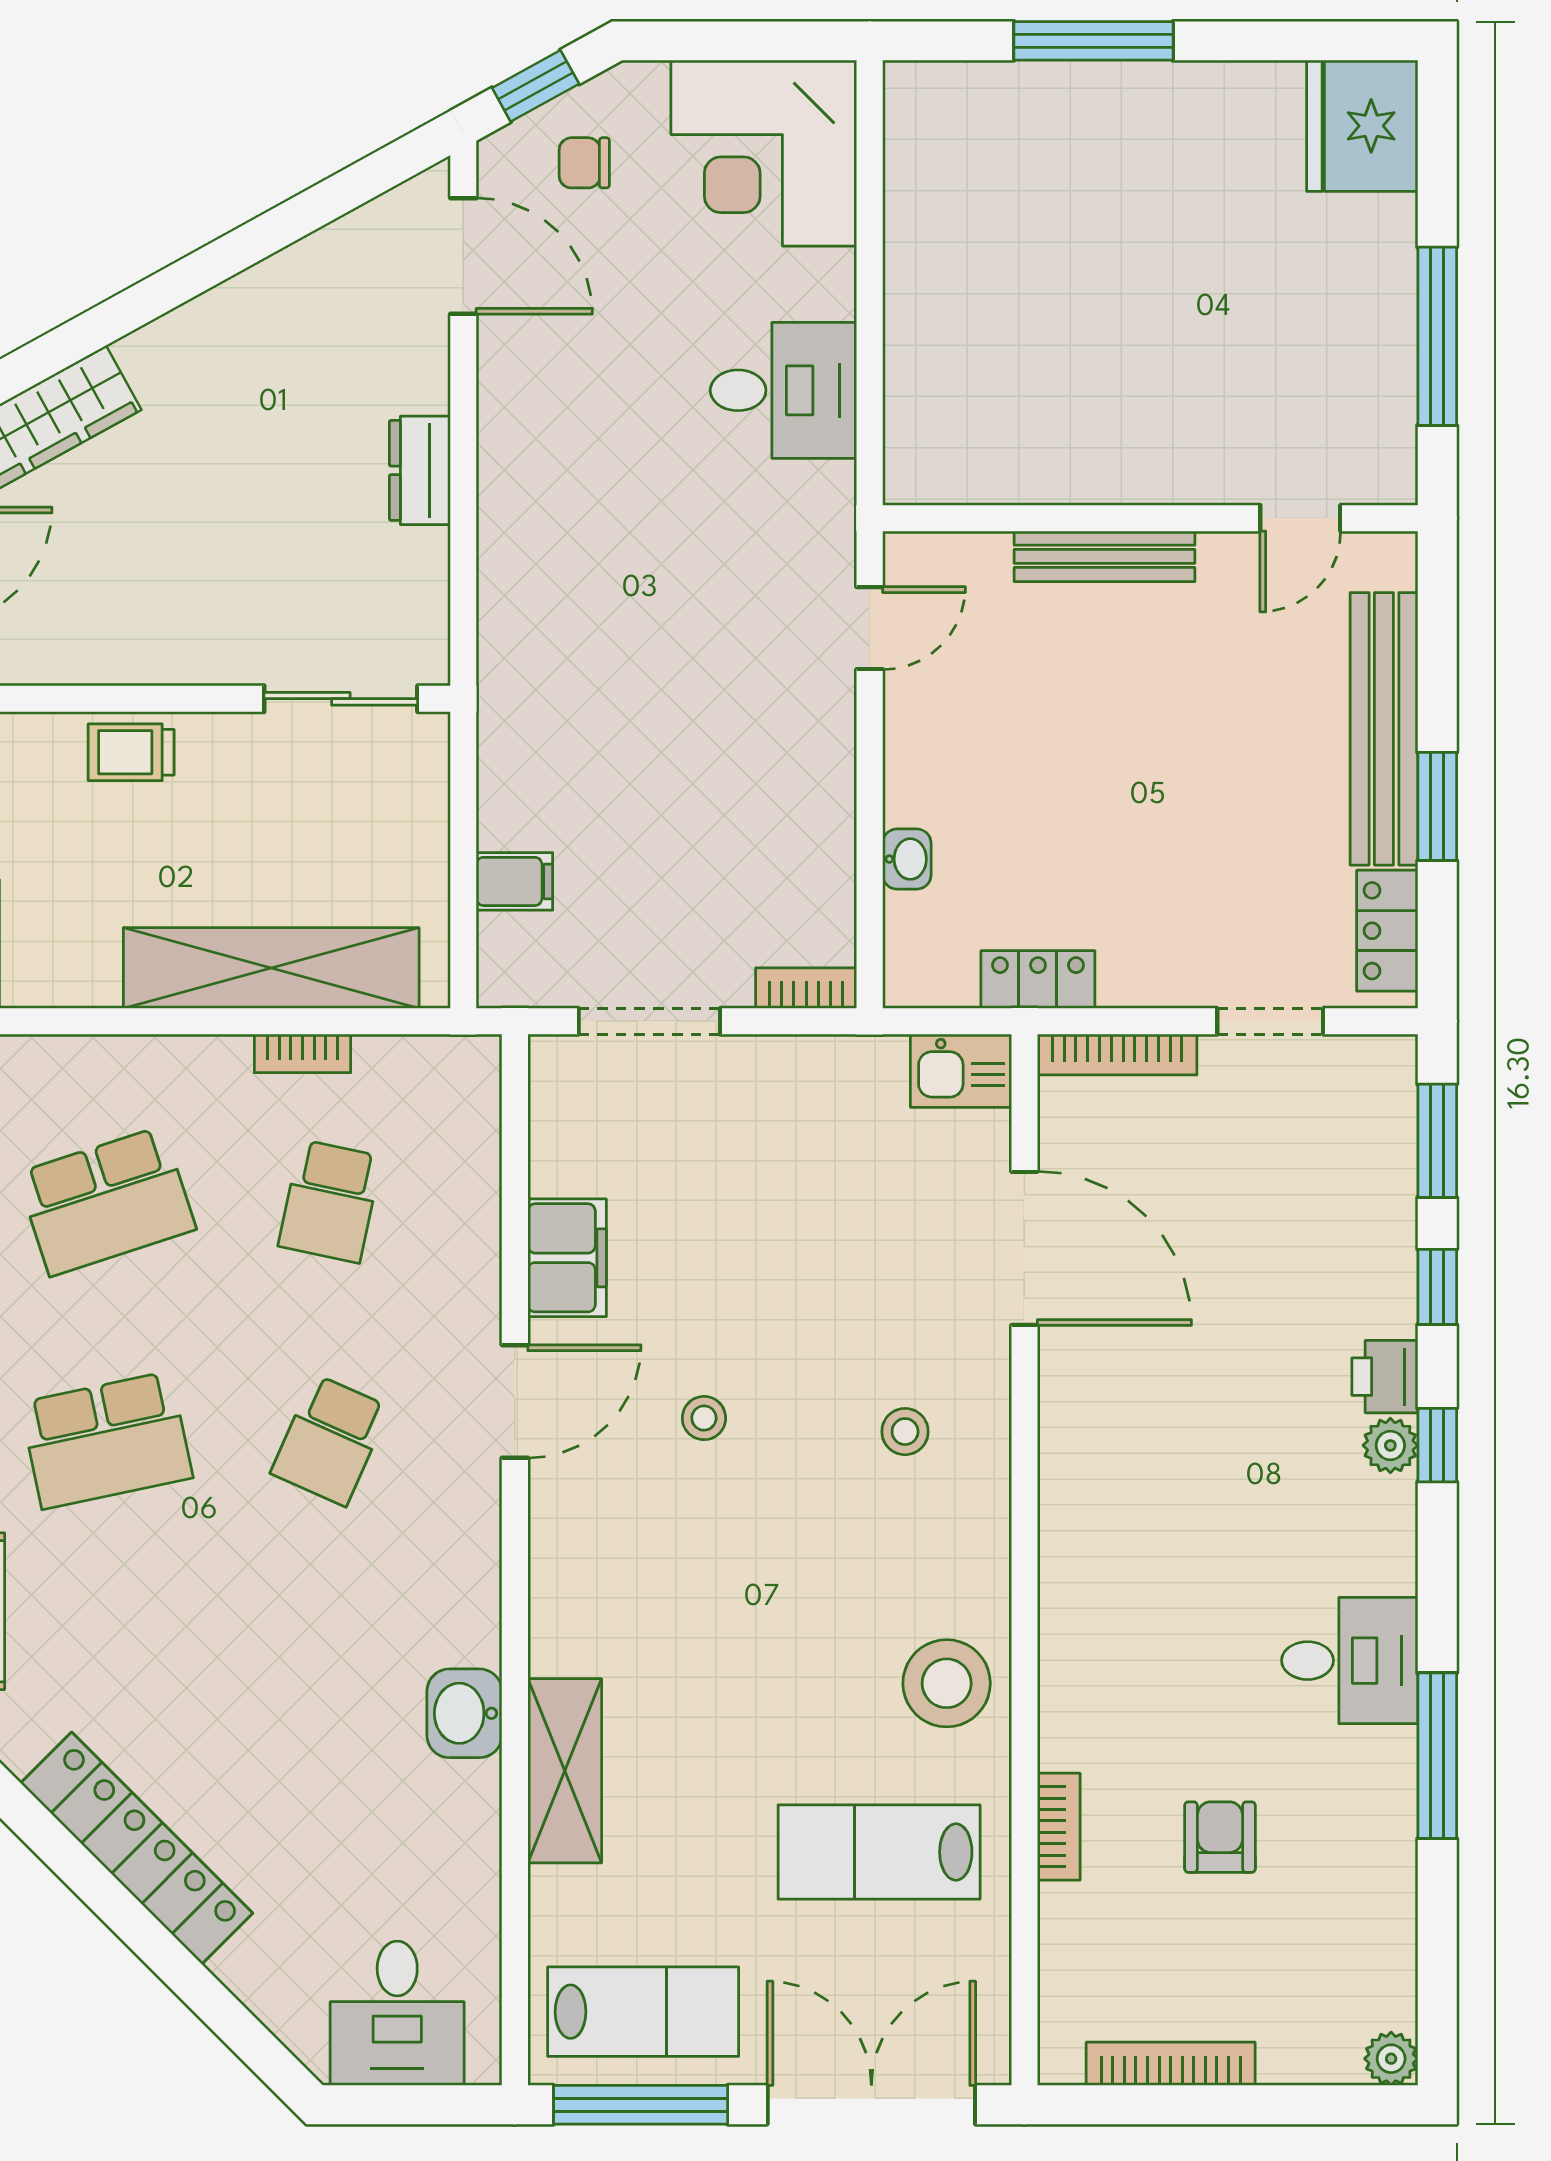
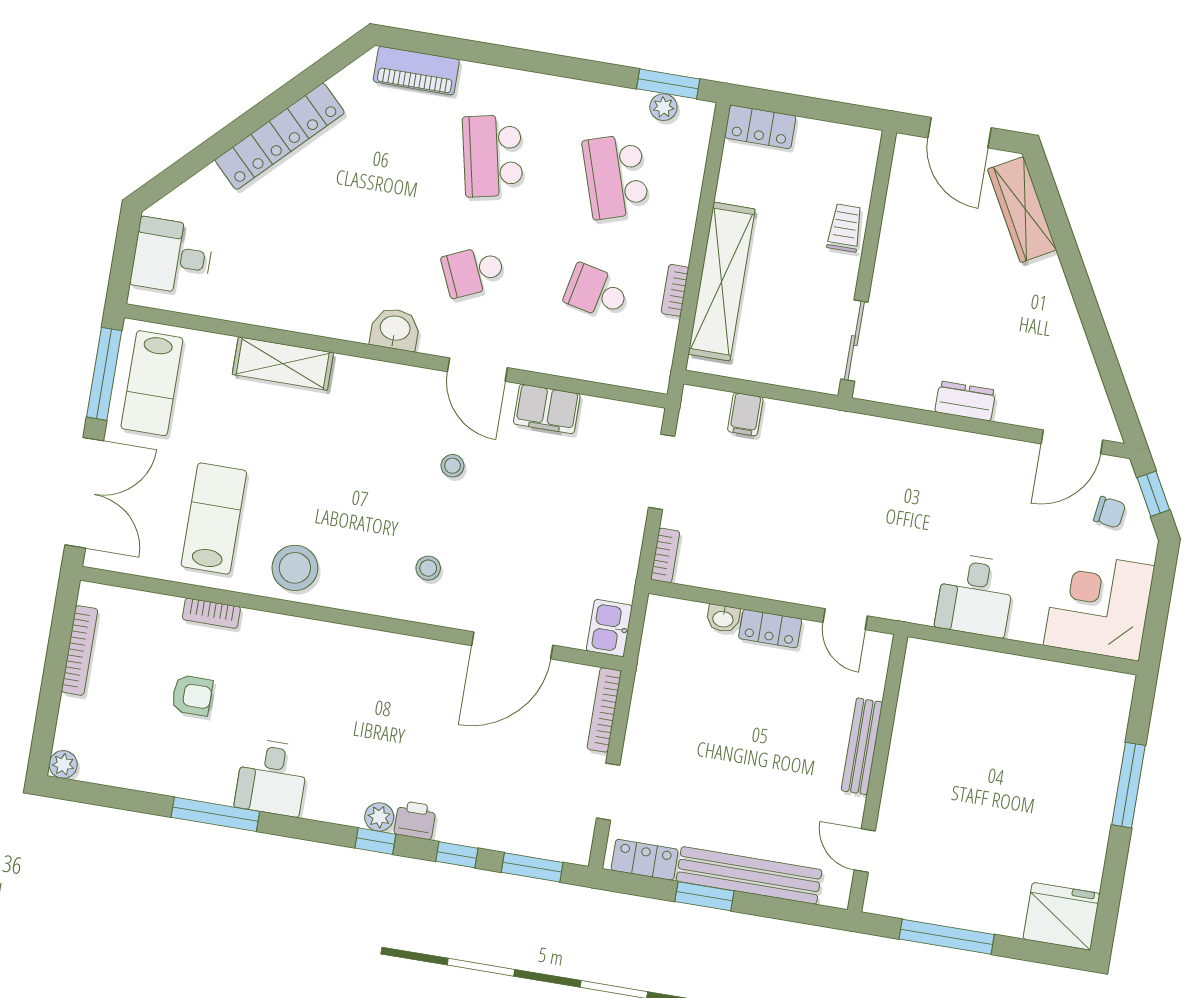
chair: (584, 163) -> (1110, 512), turned 98
locker: (1038, 980) -> (770, 629), moved, turned 90
school desk: (330, 1440) -> (473, 271), turned -48
washbasin: (464, 1713) -> (395, 329), moved

